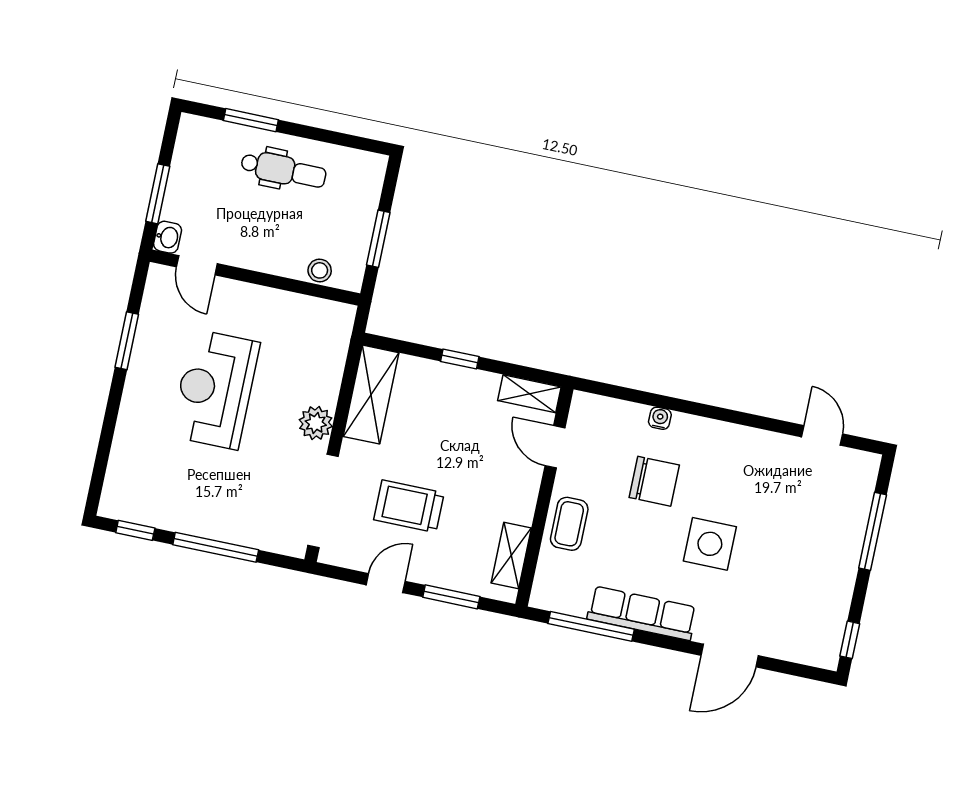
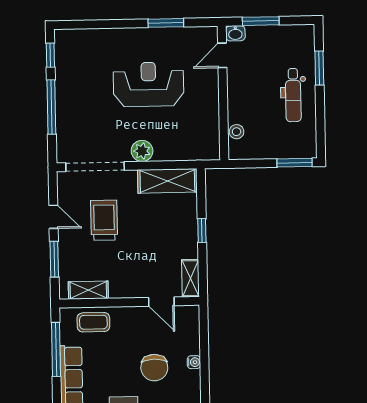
window: (378, 239) -> (295, 163), moved
door: (555, 447) -> (161, 302), swing flipped
coffee table: (569, 524) -> (93, 322), moved

